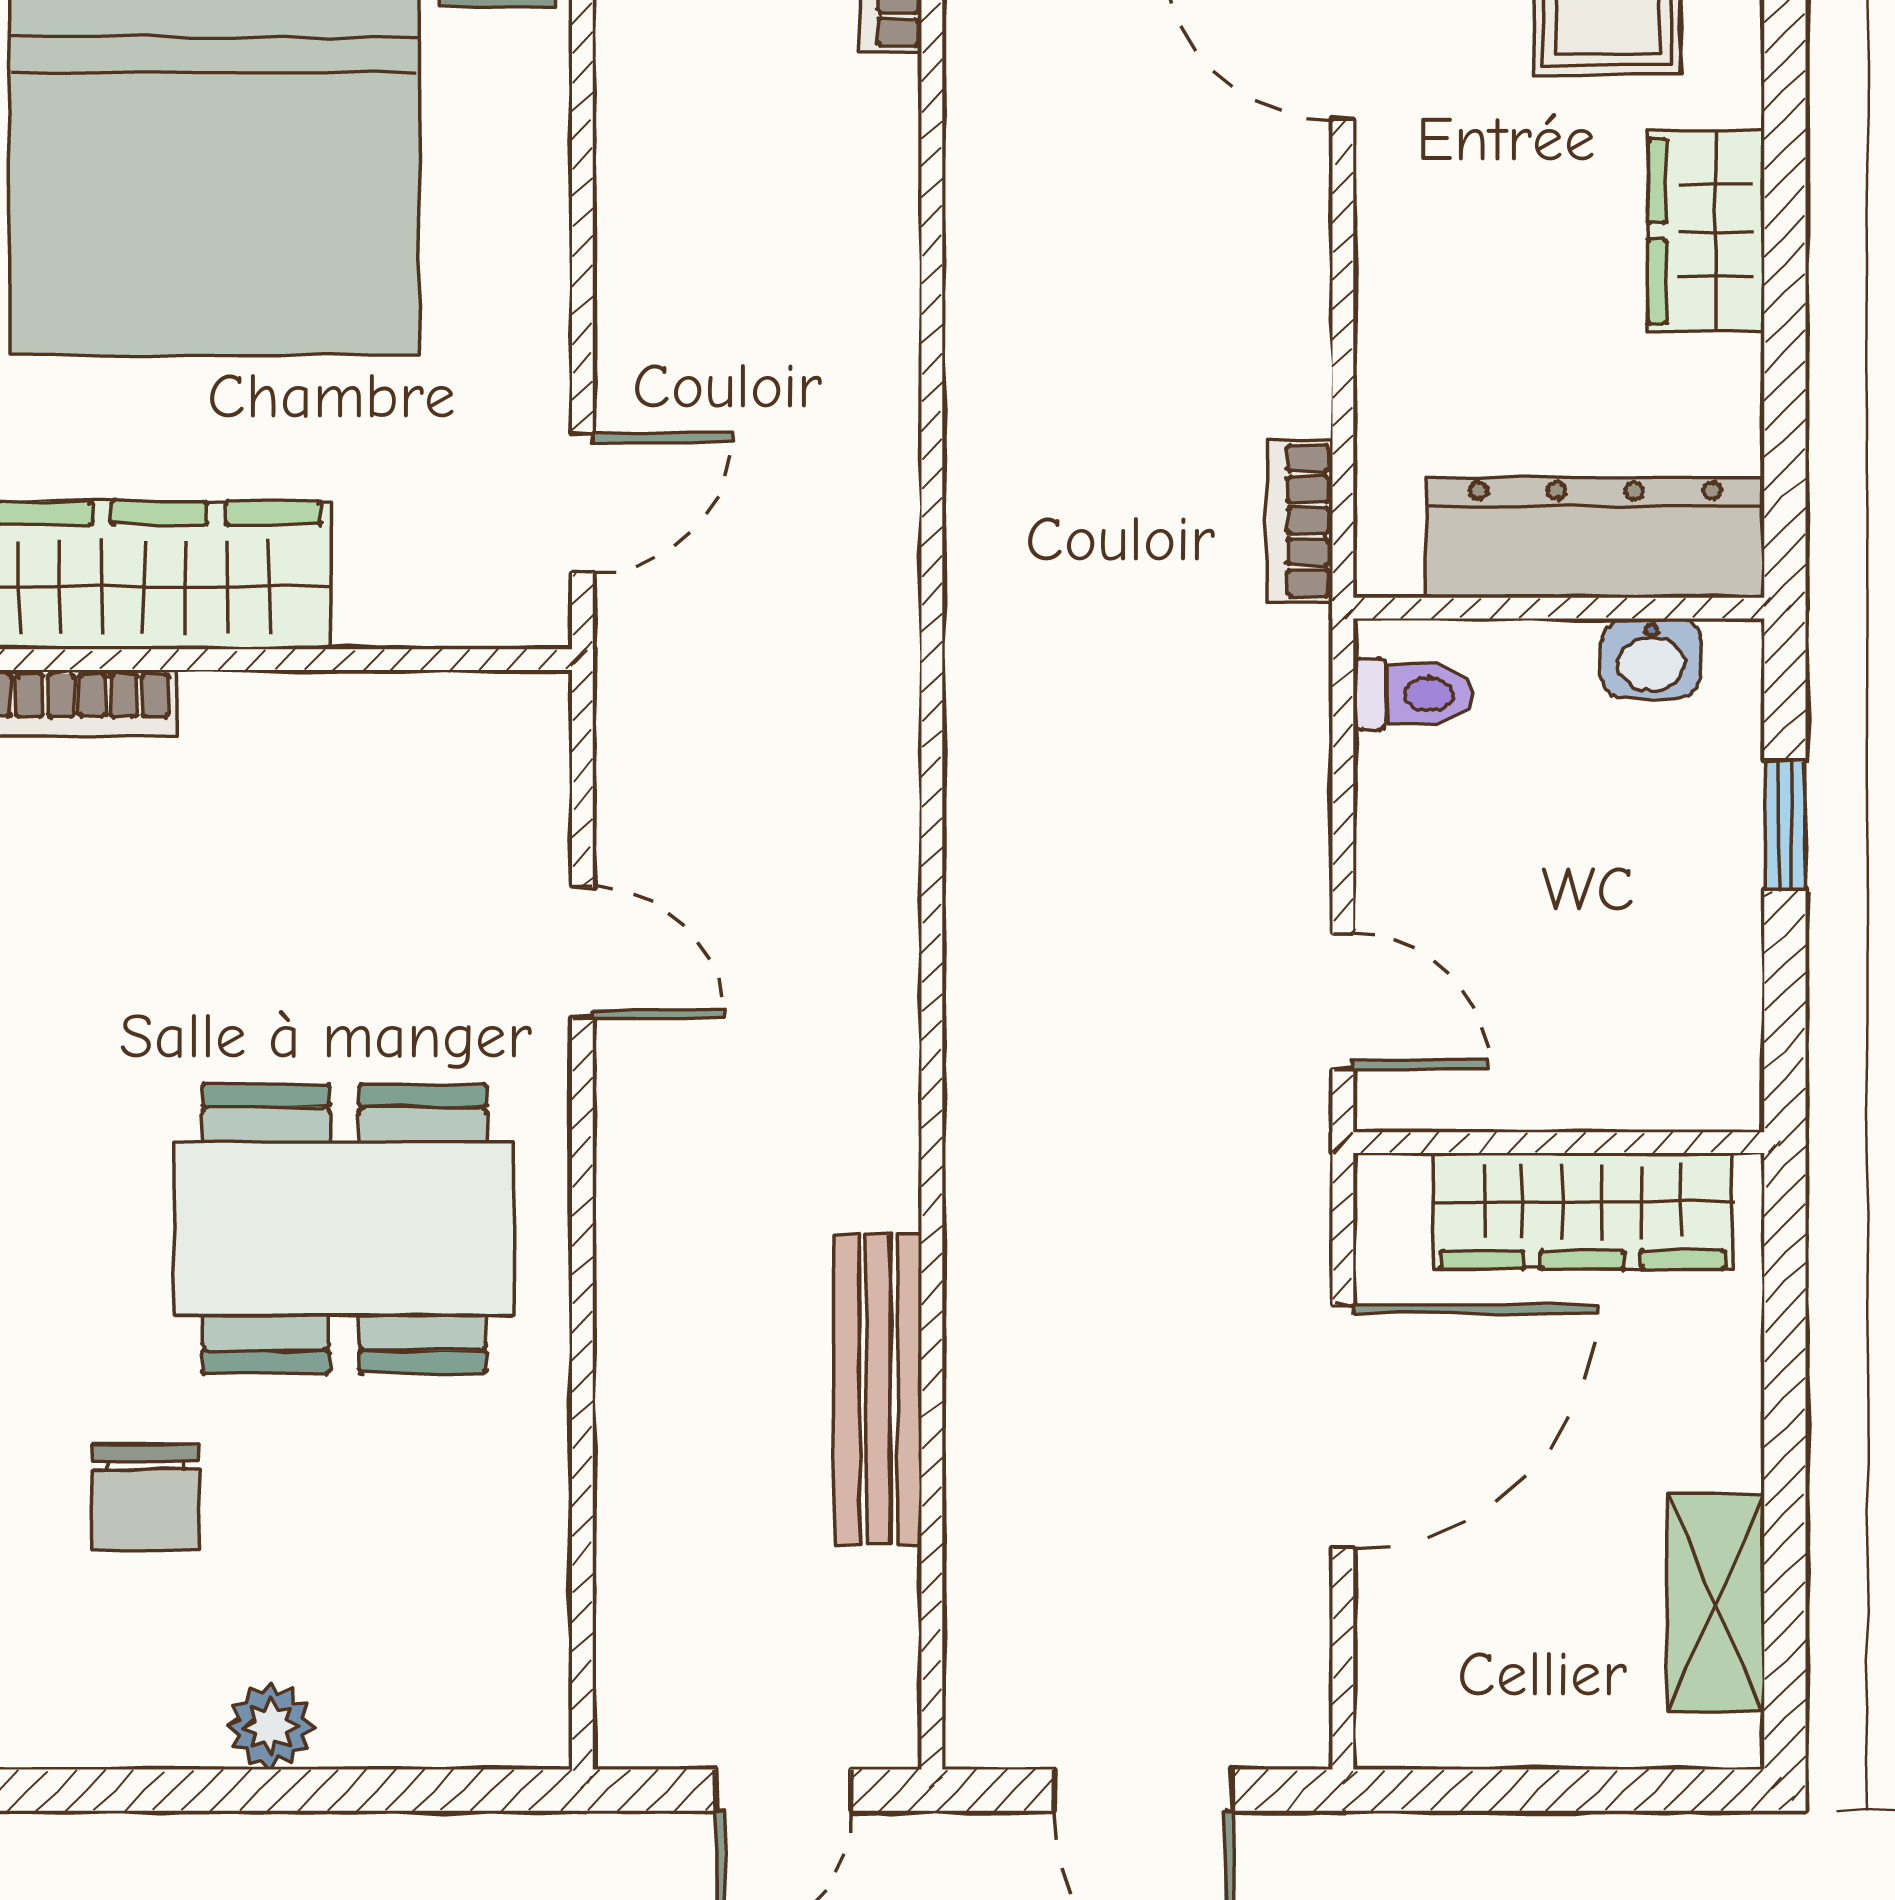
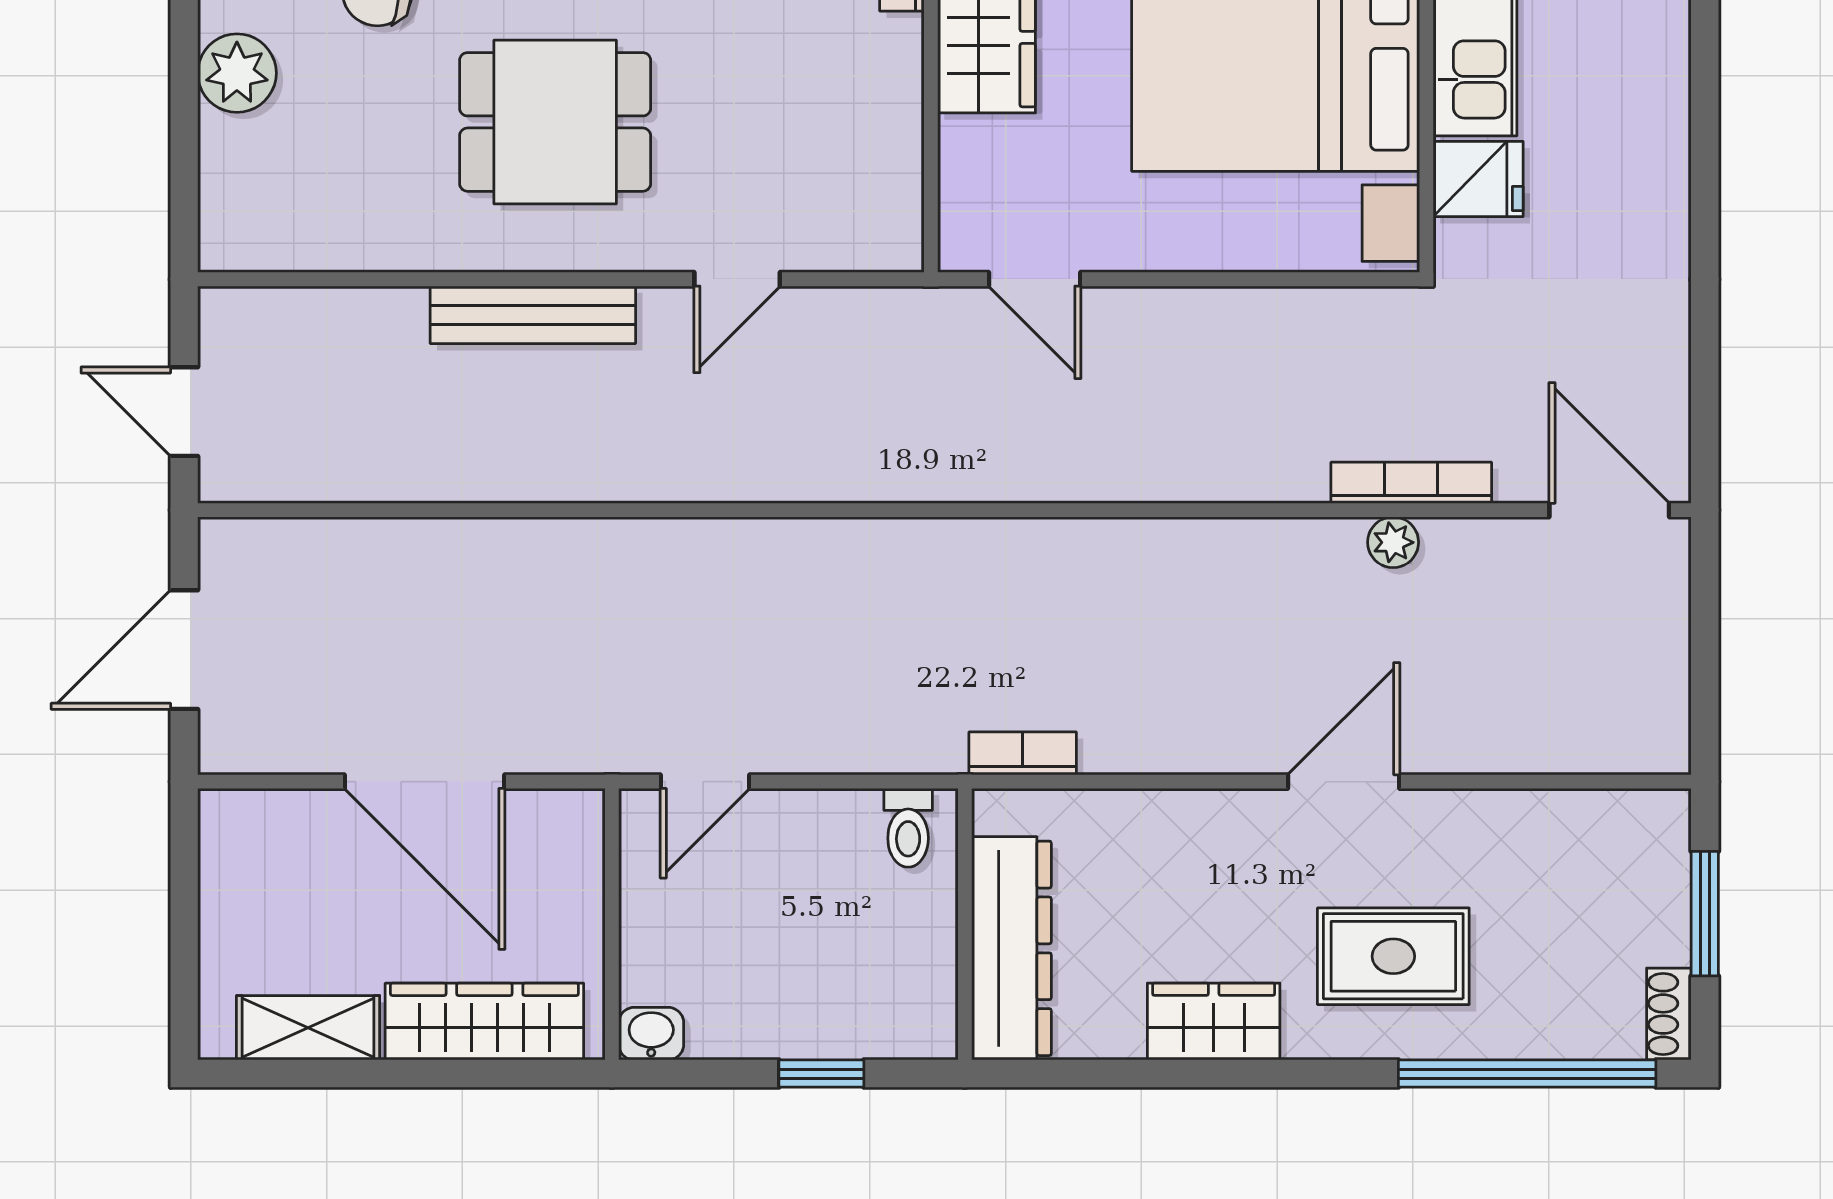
washbasin: (1651, 658) -> (651, 1034), moved, turned 90
wardrobe: (1582, 1211) -> (484, 1022), moved, turned 90
dining table: (344, 1228) -> (555, 122), width x0.73
bench: (878, 1389) -> (533, 315), moved
plant: (270, 1726) -> (237, 73), width x1.38, depth x1.38

